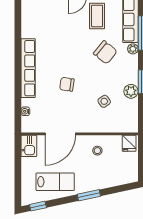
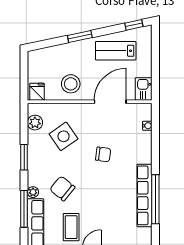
window: (18, 42) -> (155, 199), added
row of seats: (28, 68) -> (144, 195), moved
plant: (131, 91) -> (35, 123), moved
side table: (104, 101) -> (64, 136), width x1.87, depth x1.87
stool: (97, 151) -> (71, 84), width x1.89, depth x1.89

